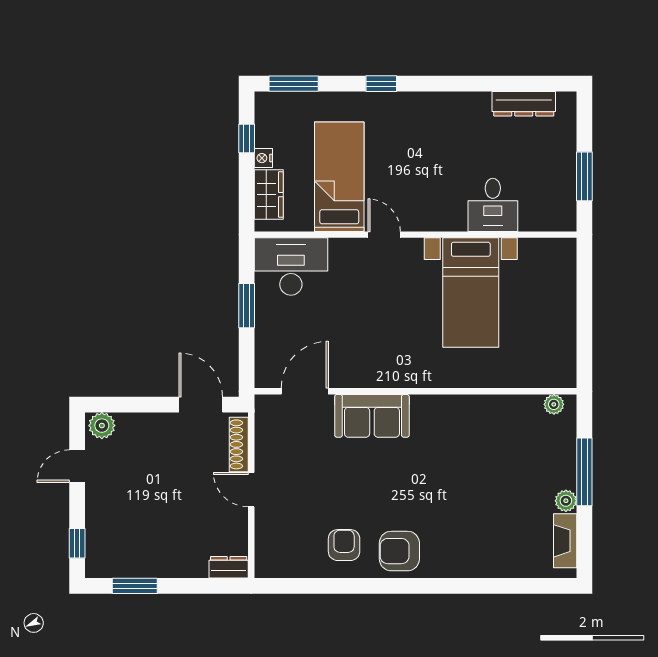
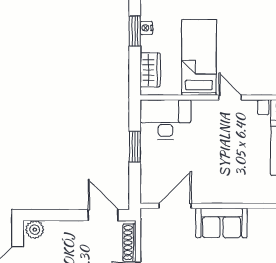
window: (247, 139) -> (135, 31), width x1.50
nightstand: (263, 158) -> (146, 28), moved

